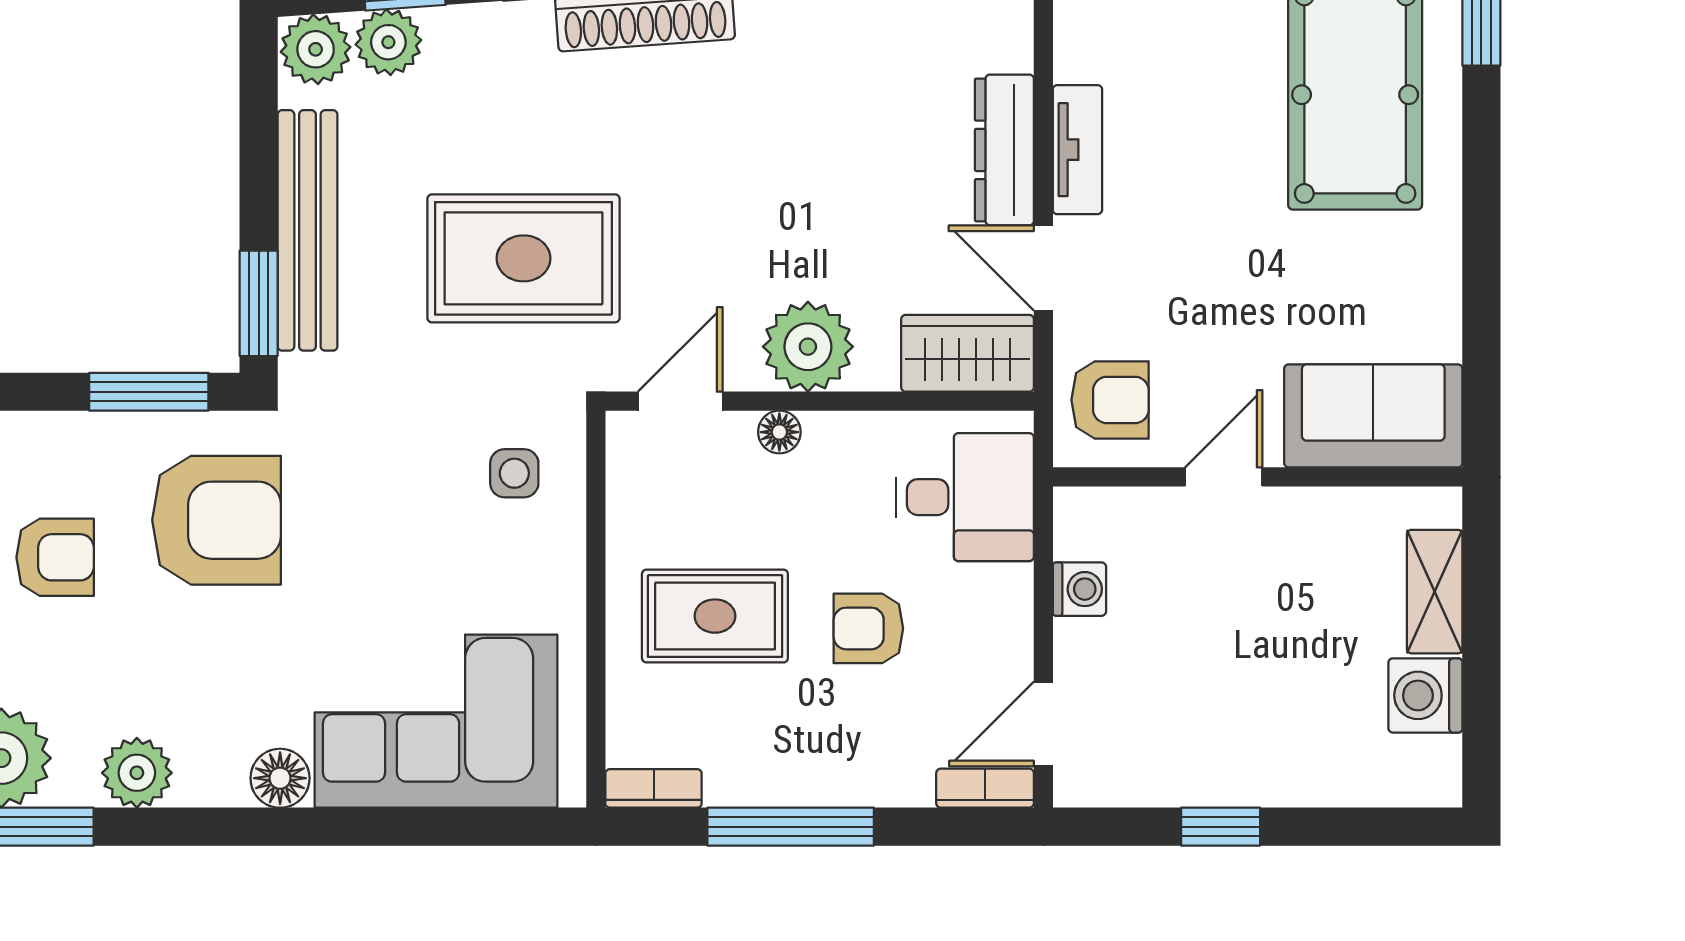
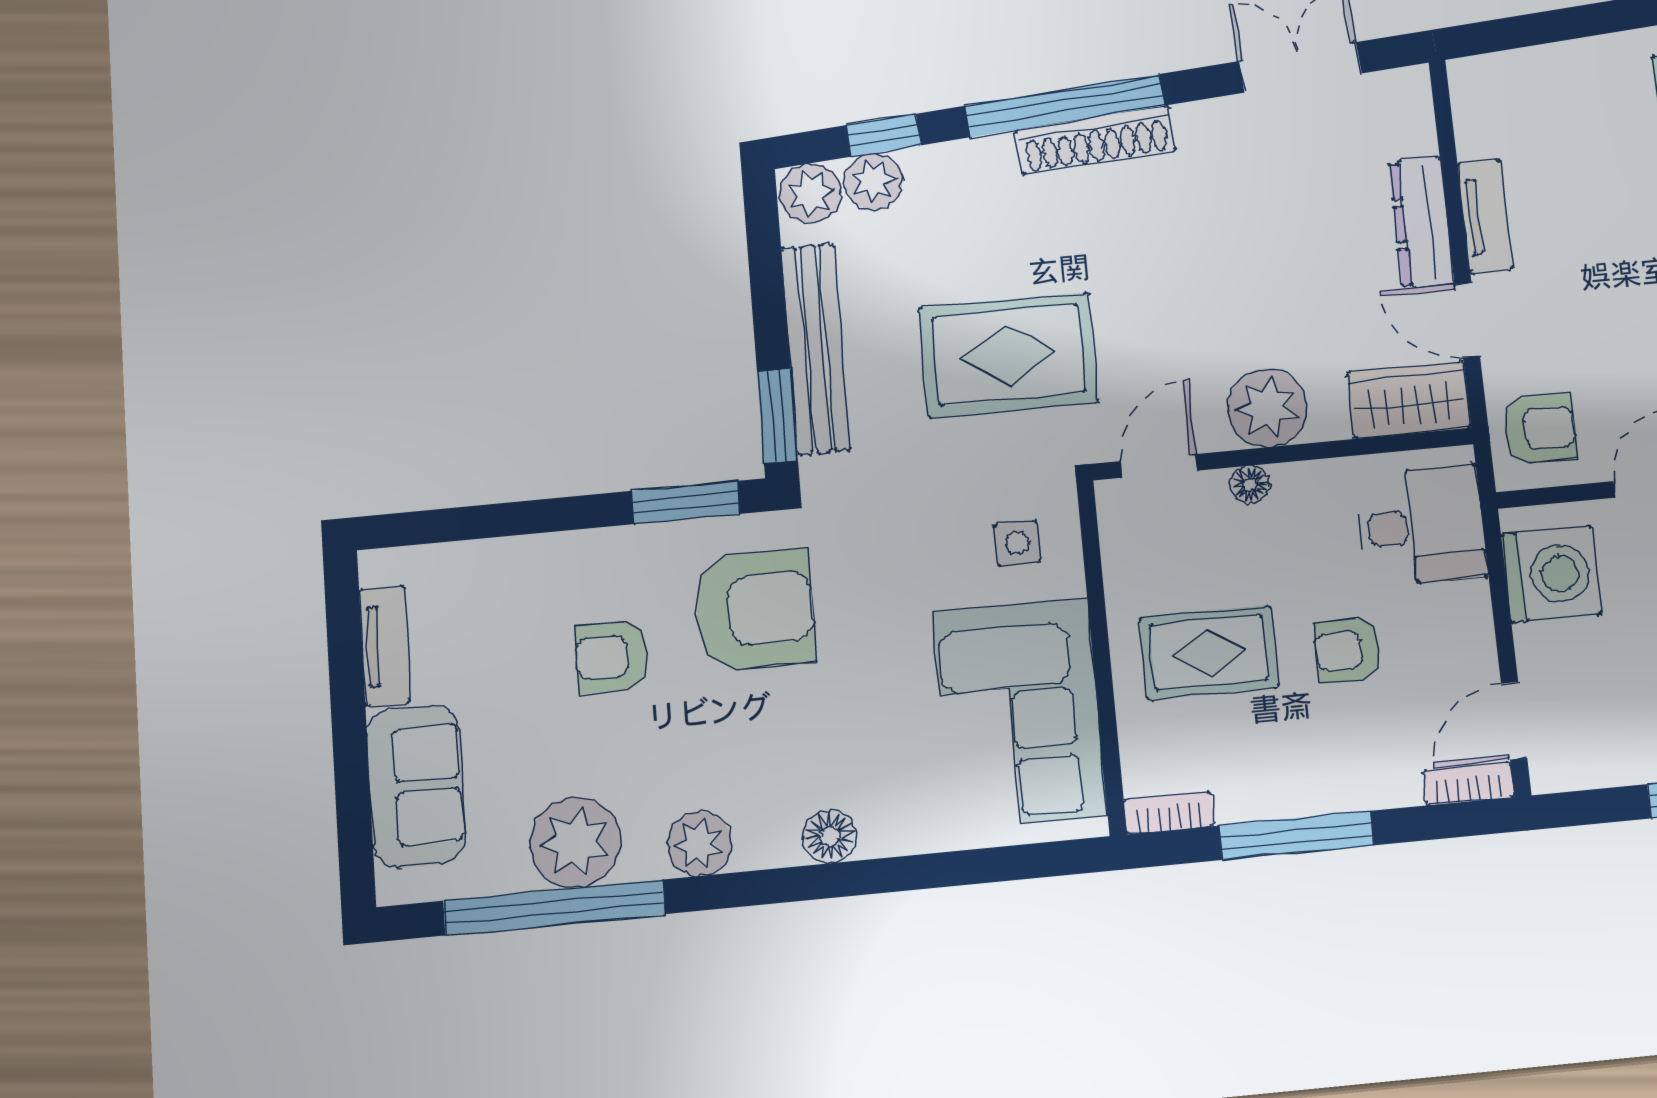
armchair: (55, 557) -> (612, 657), turned 180
washing machine: (1079, 589) -> (1551, 574), width x1.89, depth x1.89
corner sofa: (436, 721) -> (1020, 713), moved, turned -90

